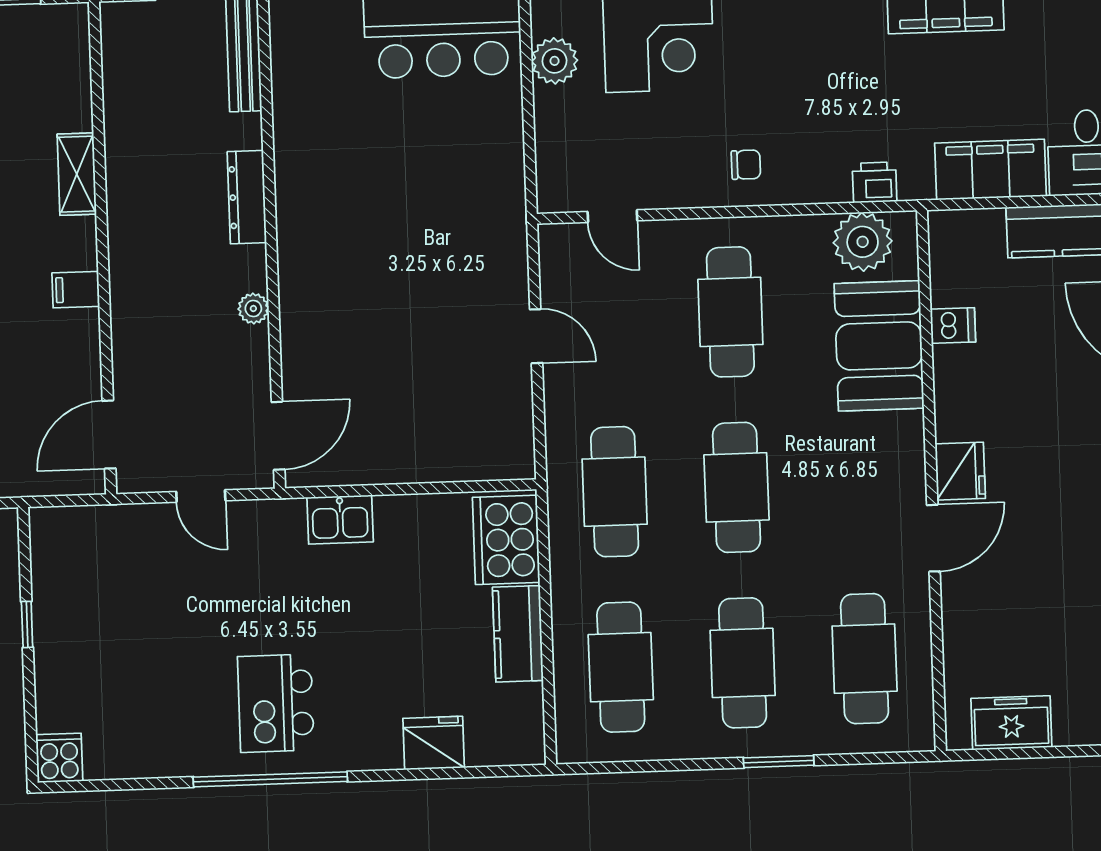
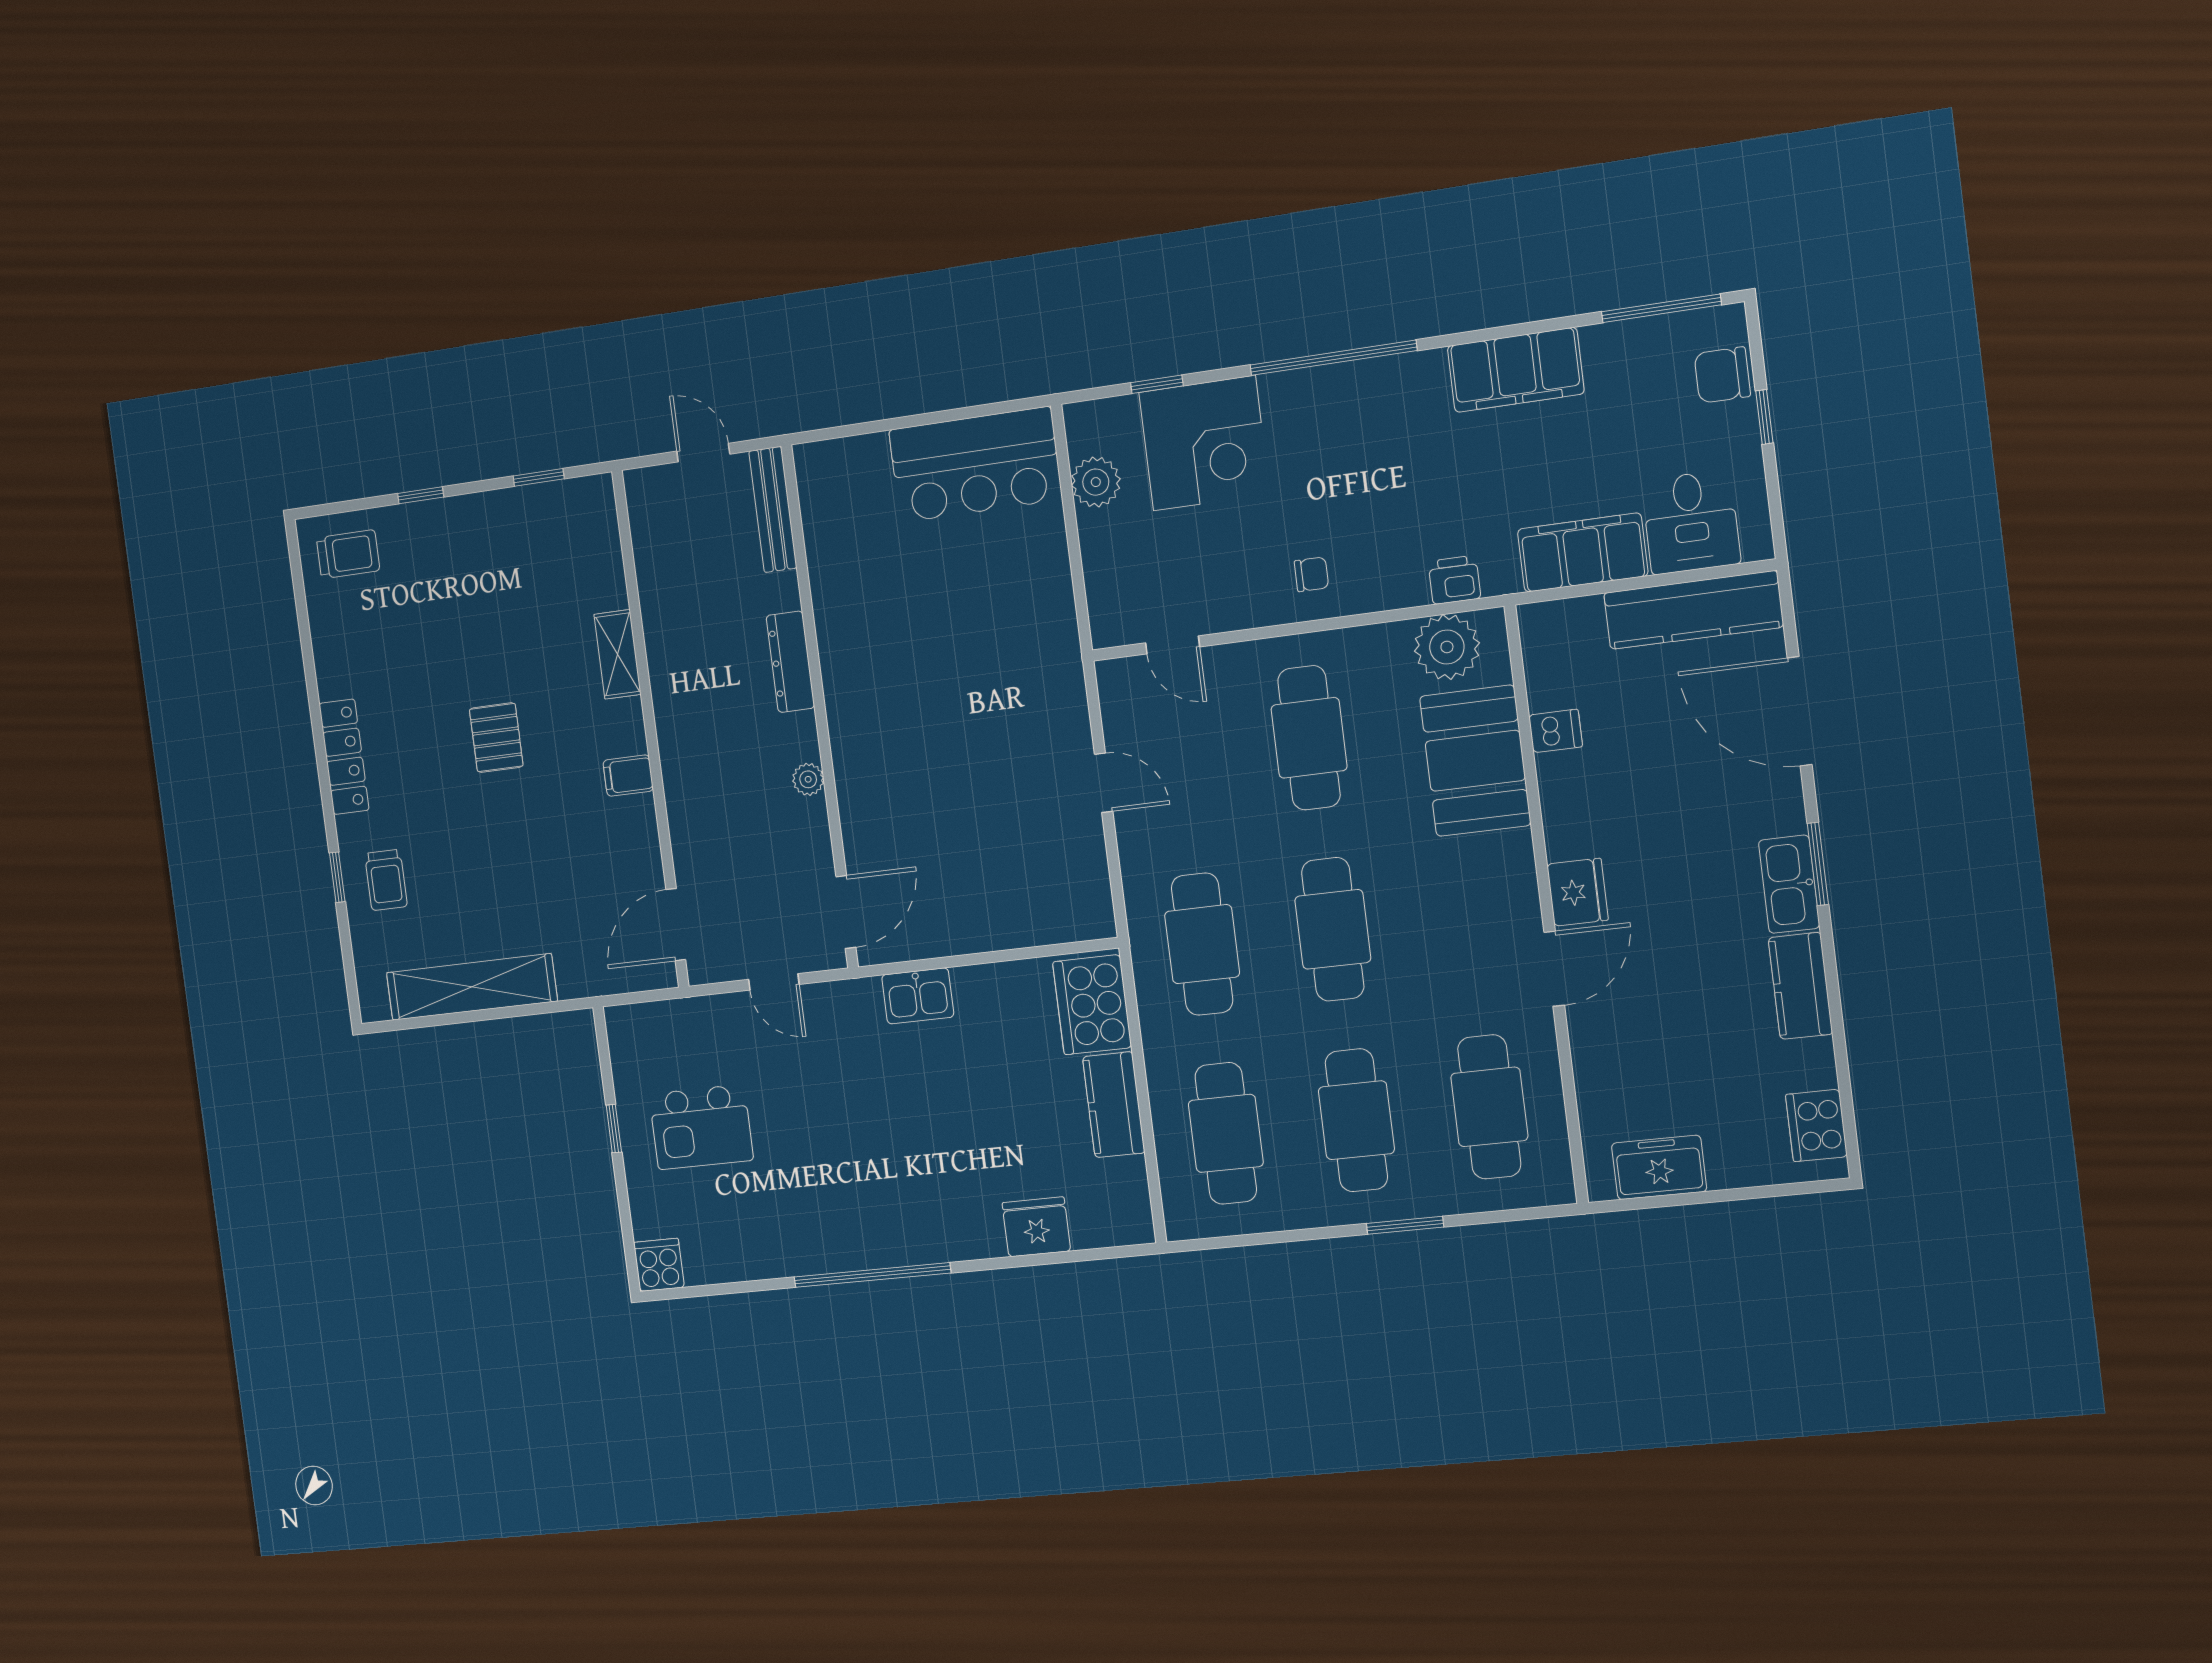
kitchen island: (276, 703) -> (701, 1127), moved, turned -90

